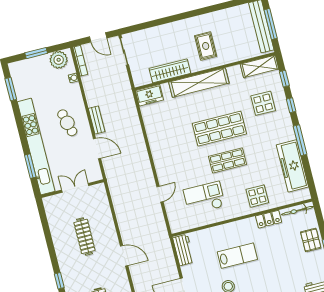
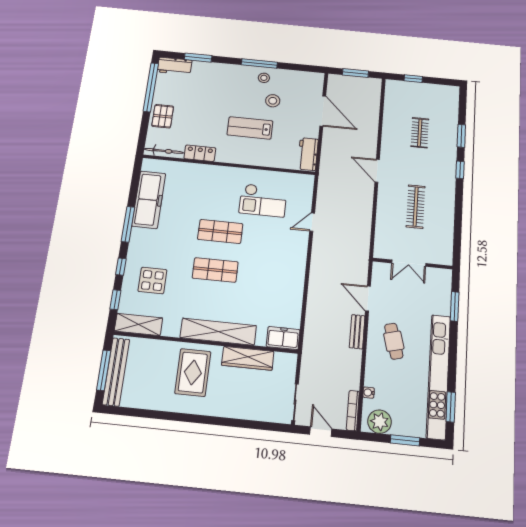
rug: (206, 46) -> (193, 372), width x1.36, depth x1.43
shop shelf: (219, 129) -> (215, 270), width x0.70, depth x0.74
kitchen unit: (36, 147) -> (438, 376), moved
display table: (257, 196) -> (202, 182), removed

